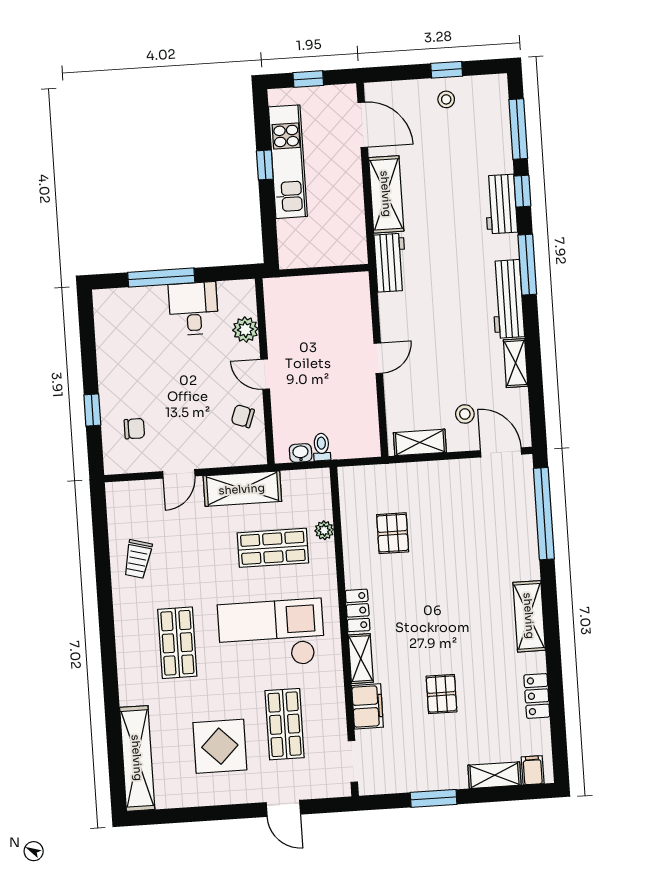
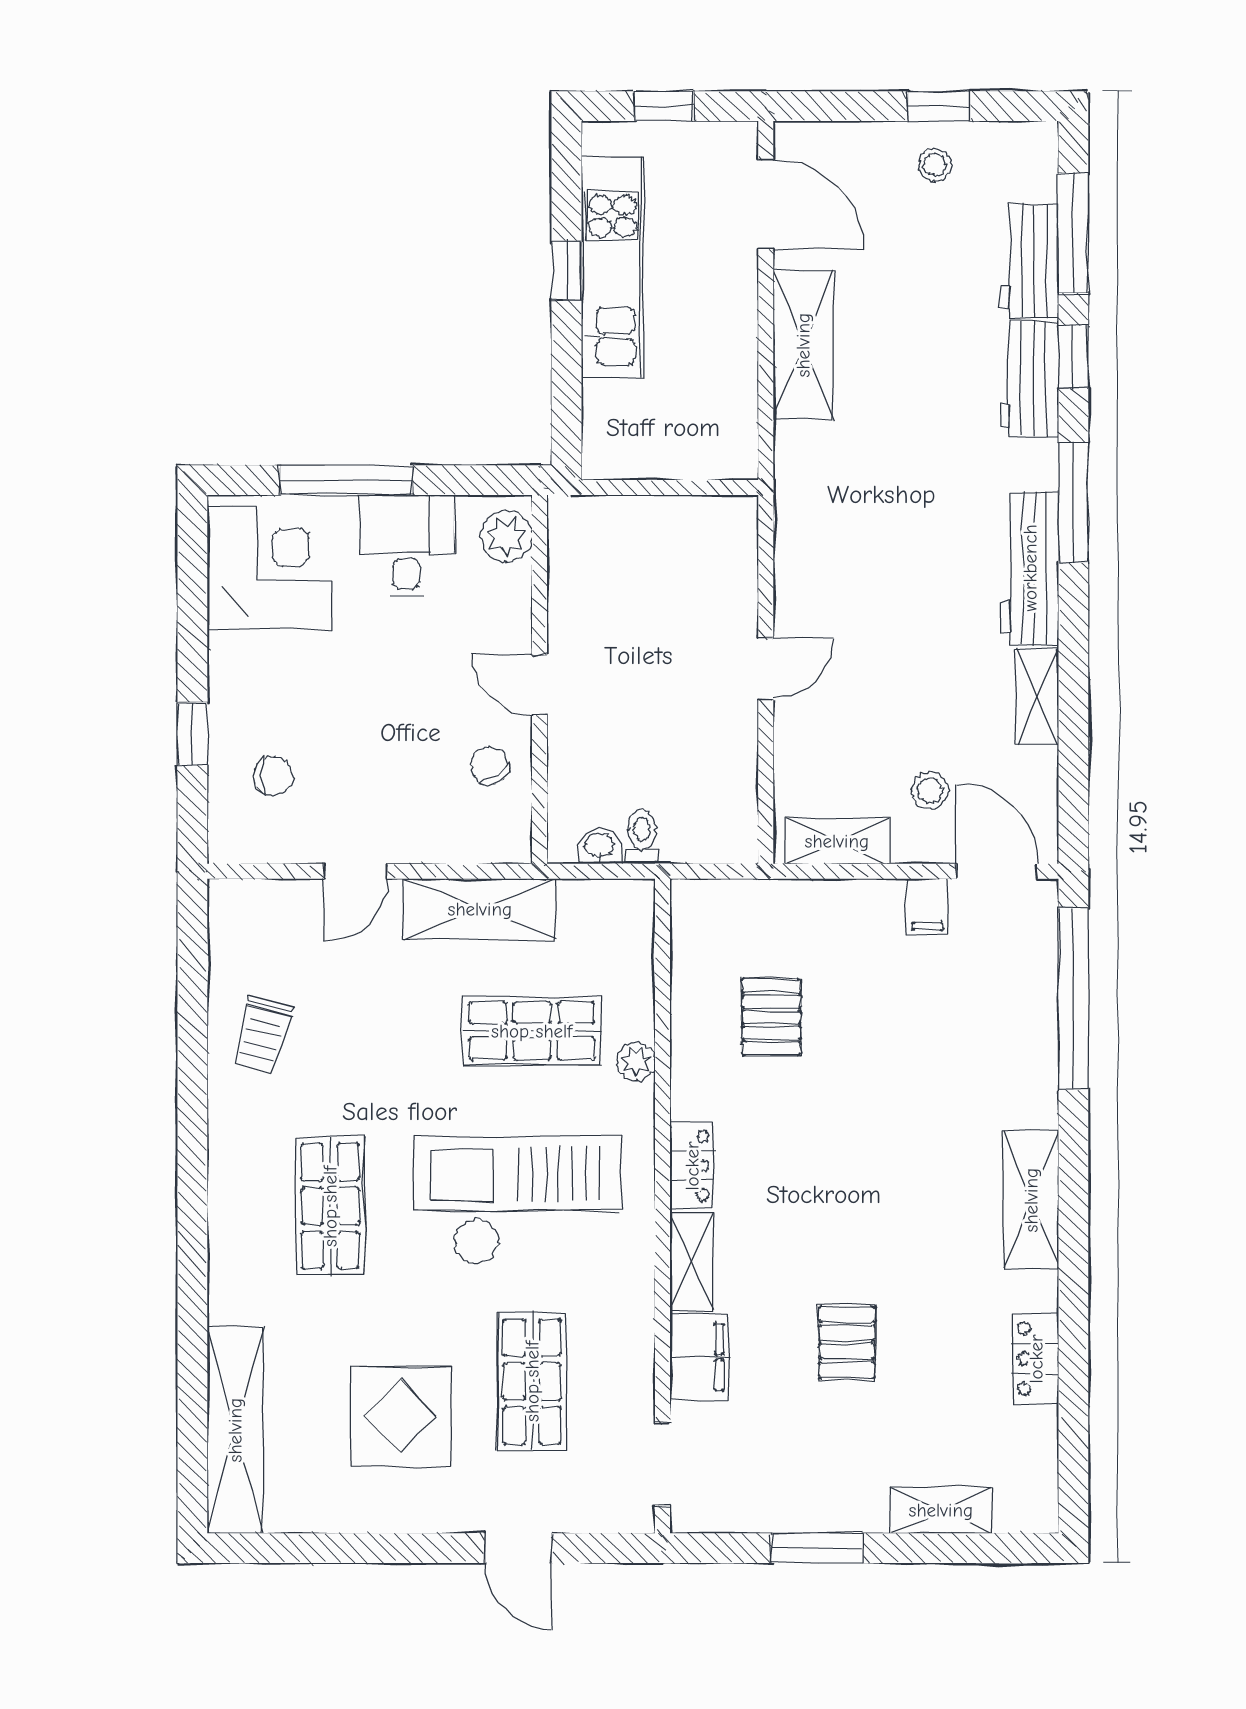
workbench: (390, 263) -> (1029, 261), moved, turned 180
corner desk: (126, 324) -> (270, 568), added
plant: (245, 330) -> (506, 536), moved
chair: (243, 416) -> (490, 766), turned 37
plant: (324, 530) -> (636, 1062), moved
filing cabinet: (533, 770) -> (927, 907), moved, turned 180

